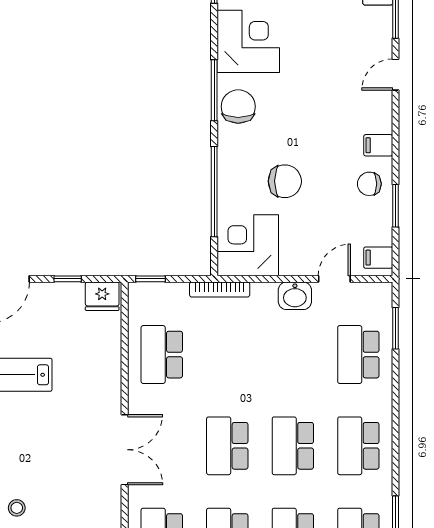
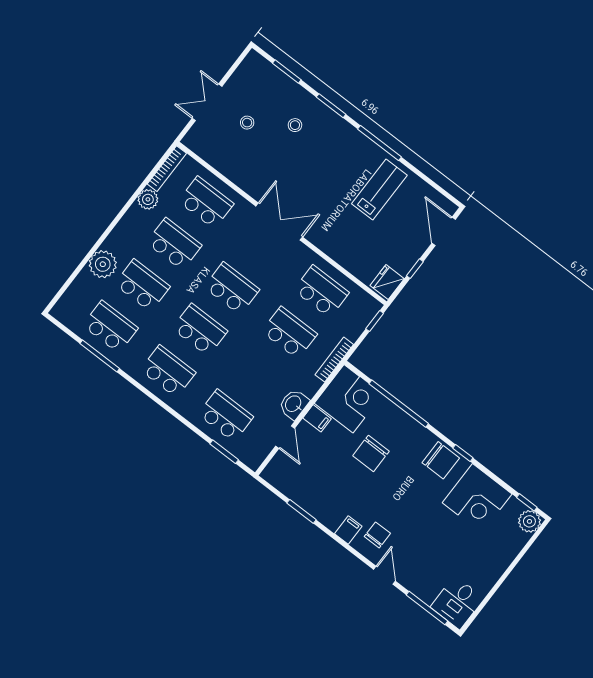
window: (214, 90) -> (463, 453), width x0.46
chair: (369, 184) -> (377, 535), moved
filing cabinet: (378, 258) -> (317, 418), moved, turned 90
school desk: (227, 355) -> (289, 333), added
double door: (125, 450) -> (279, 222), swing flipped

